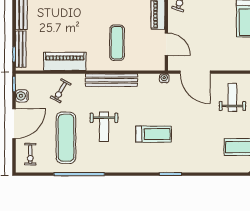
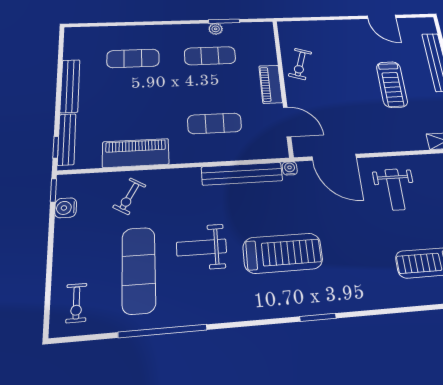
exercise mat: (117, 43) -> (215, 123), turned 90
bench: (111, 80) -> (242, 174), moved
weight bench: (232, 97) -> (395, 189), turned 180
door: (14, 124) -> (50, 253), removed
weight bench: (104, 127) -> (202, 247), turned 90
treadmill: (154, 134) -> (283, 253), width x1.37, depth x1.38

